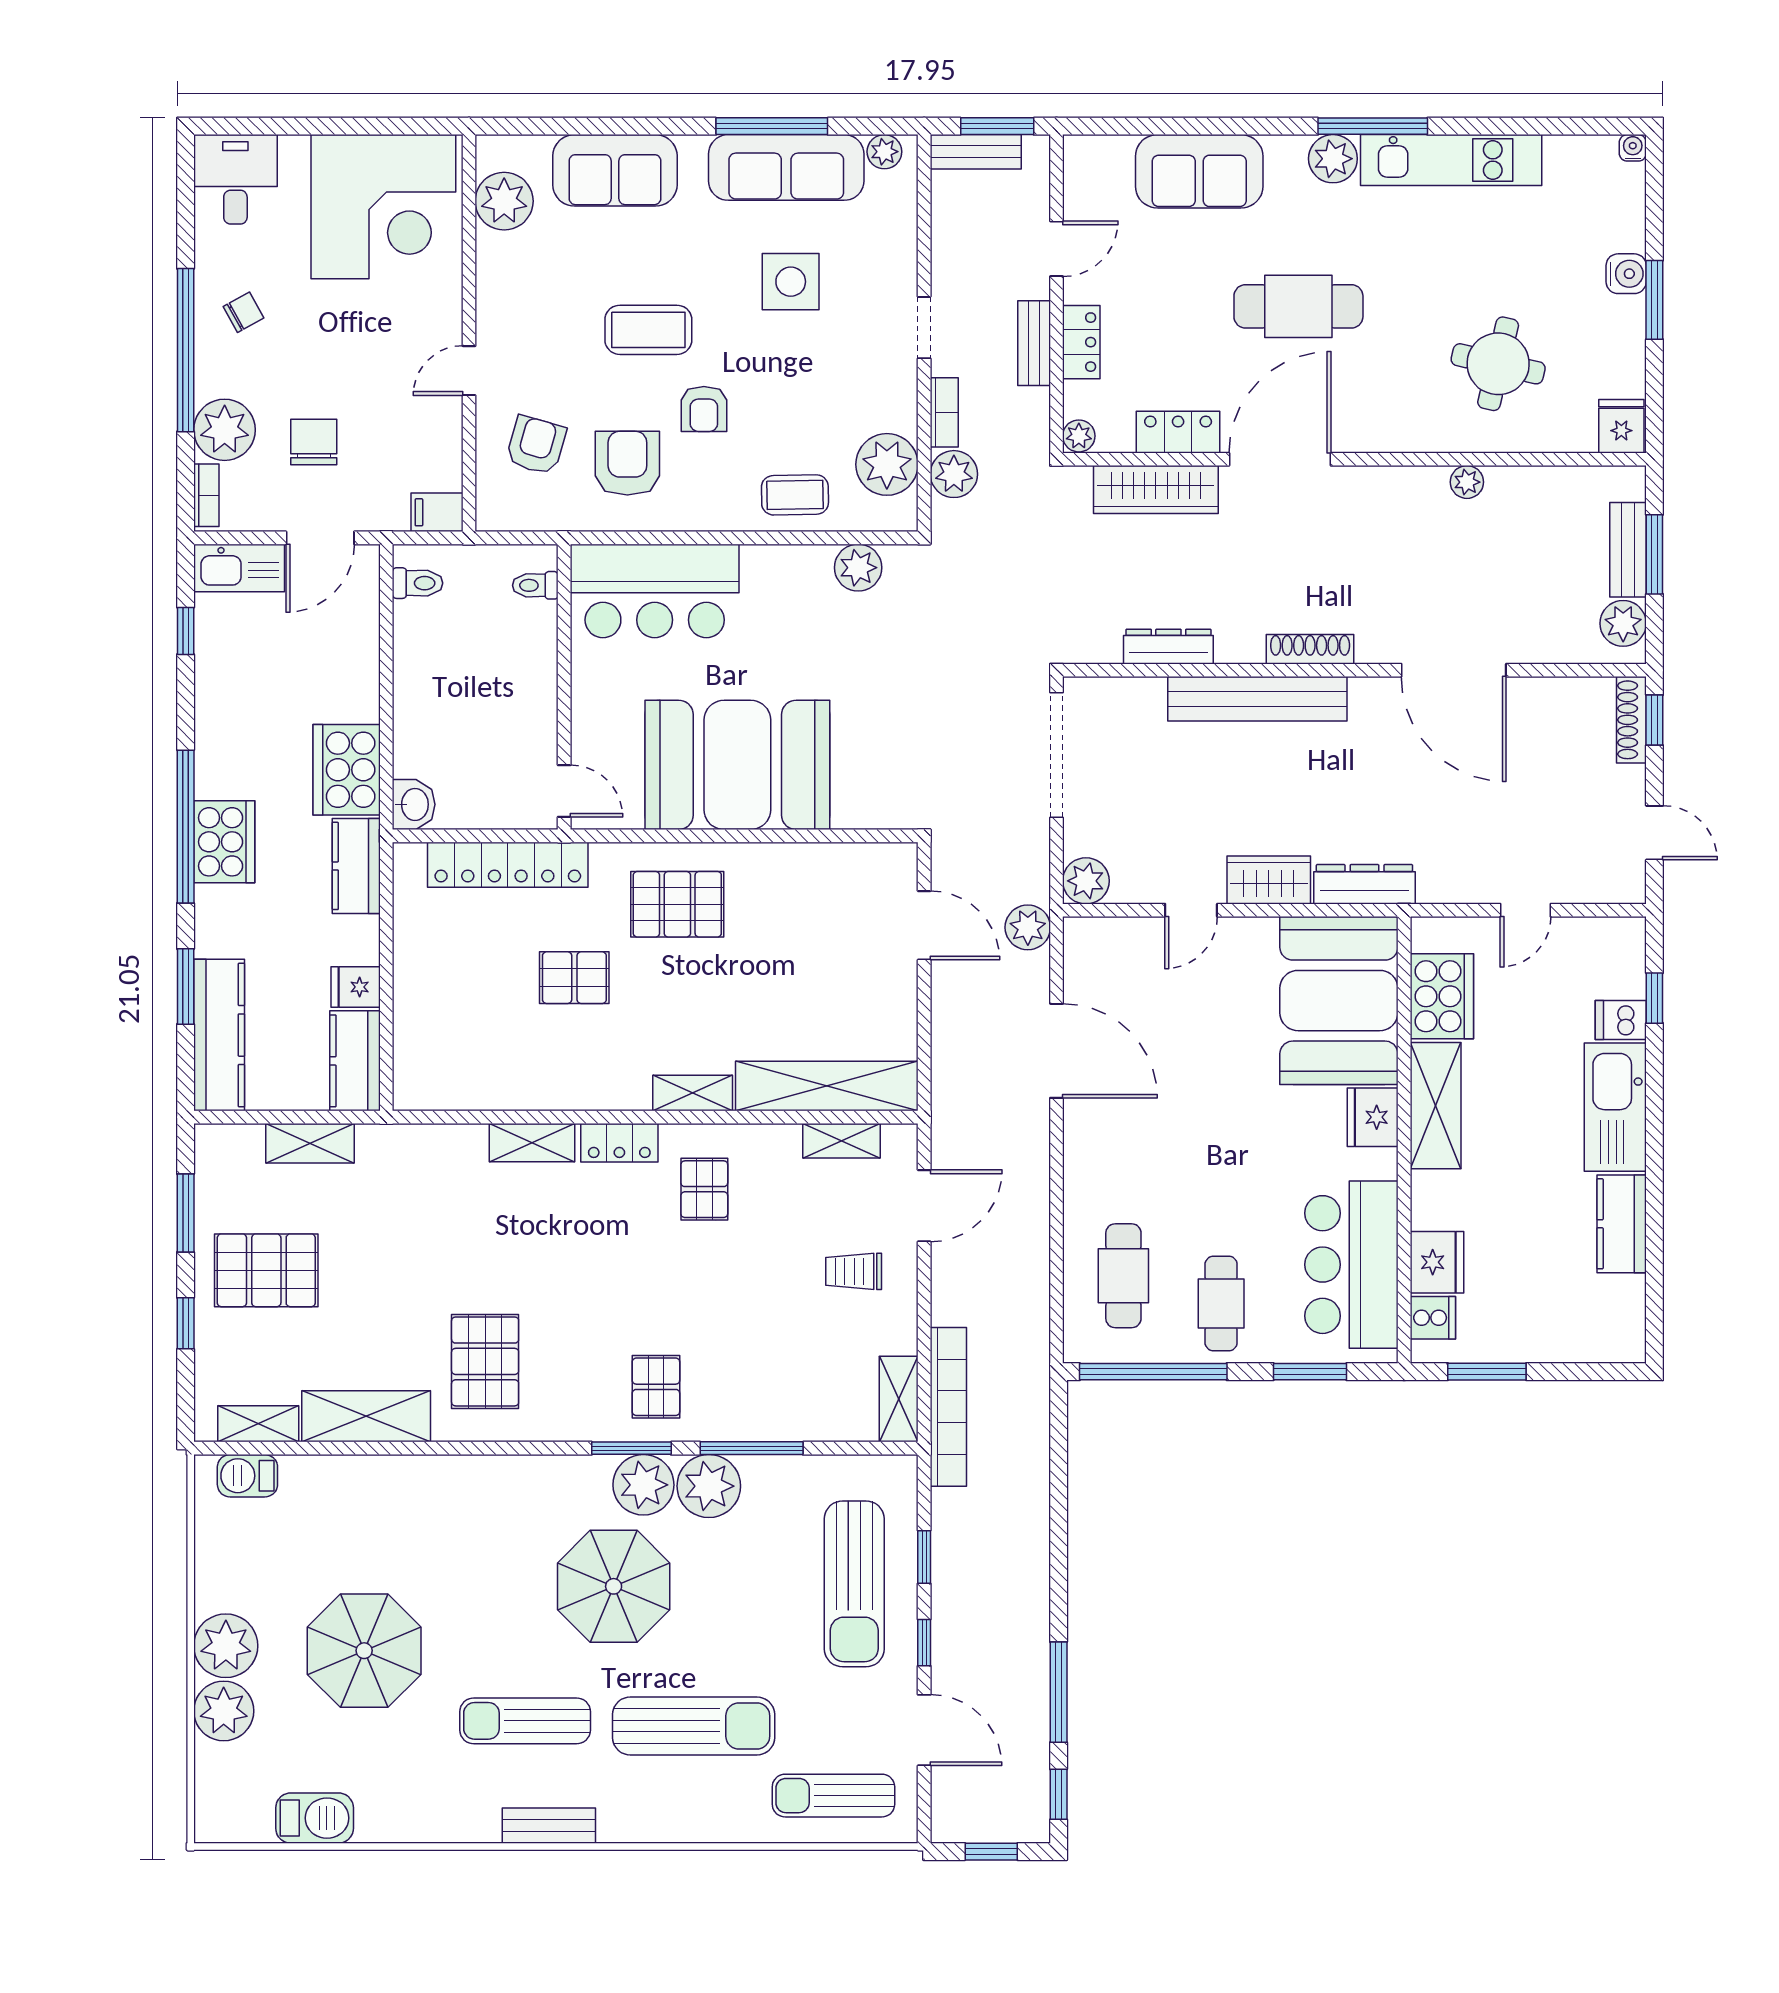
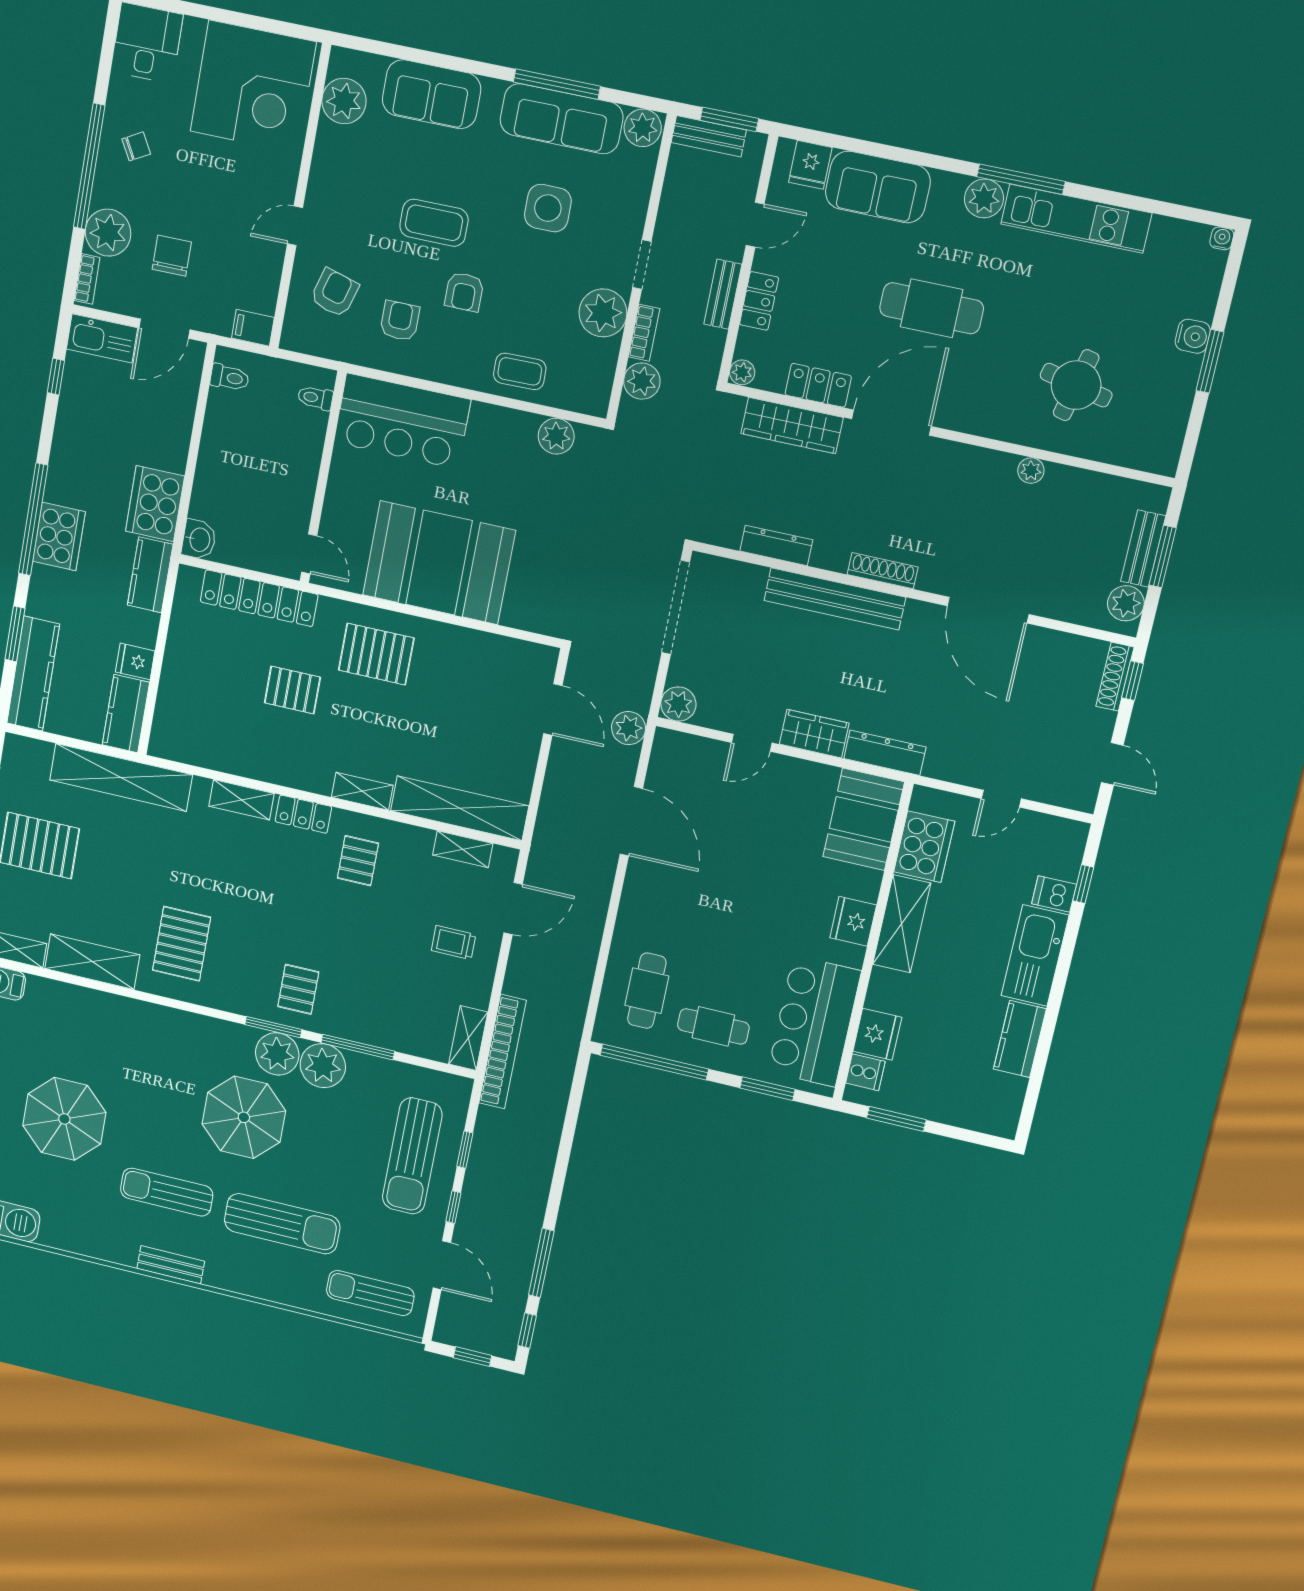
plant: (884, 152) -> (643, 128), width x1.38, depth x1.38
fridge: (1621, 426) -> (810, 165), moved, turned 180
armchair: (627, 463) -> (400, 321), width x0.72, depth x0.72
plant: (887, 464) -> (603, 313), moved
booth: (1339, 1001) -> (864, 819), width x0.73, depth x0.70
shelving: (310, 1143) -> (121, 777), width x2.20, depth x1.33
cafe table: (1221, 1304) -> (713, 1026), turned 90

